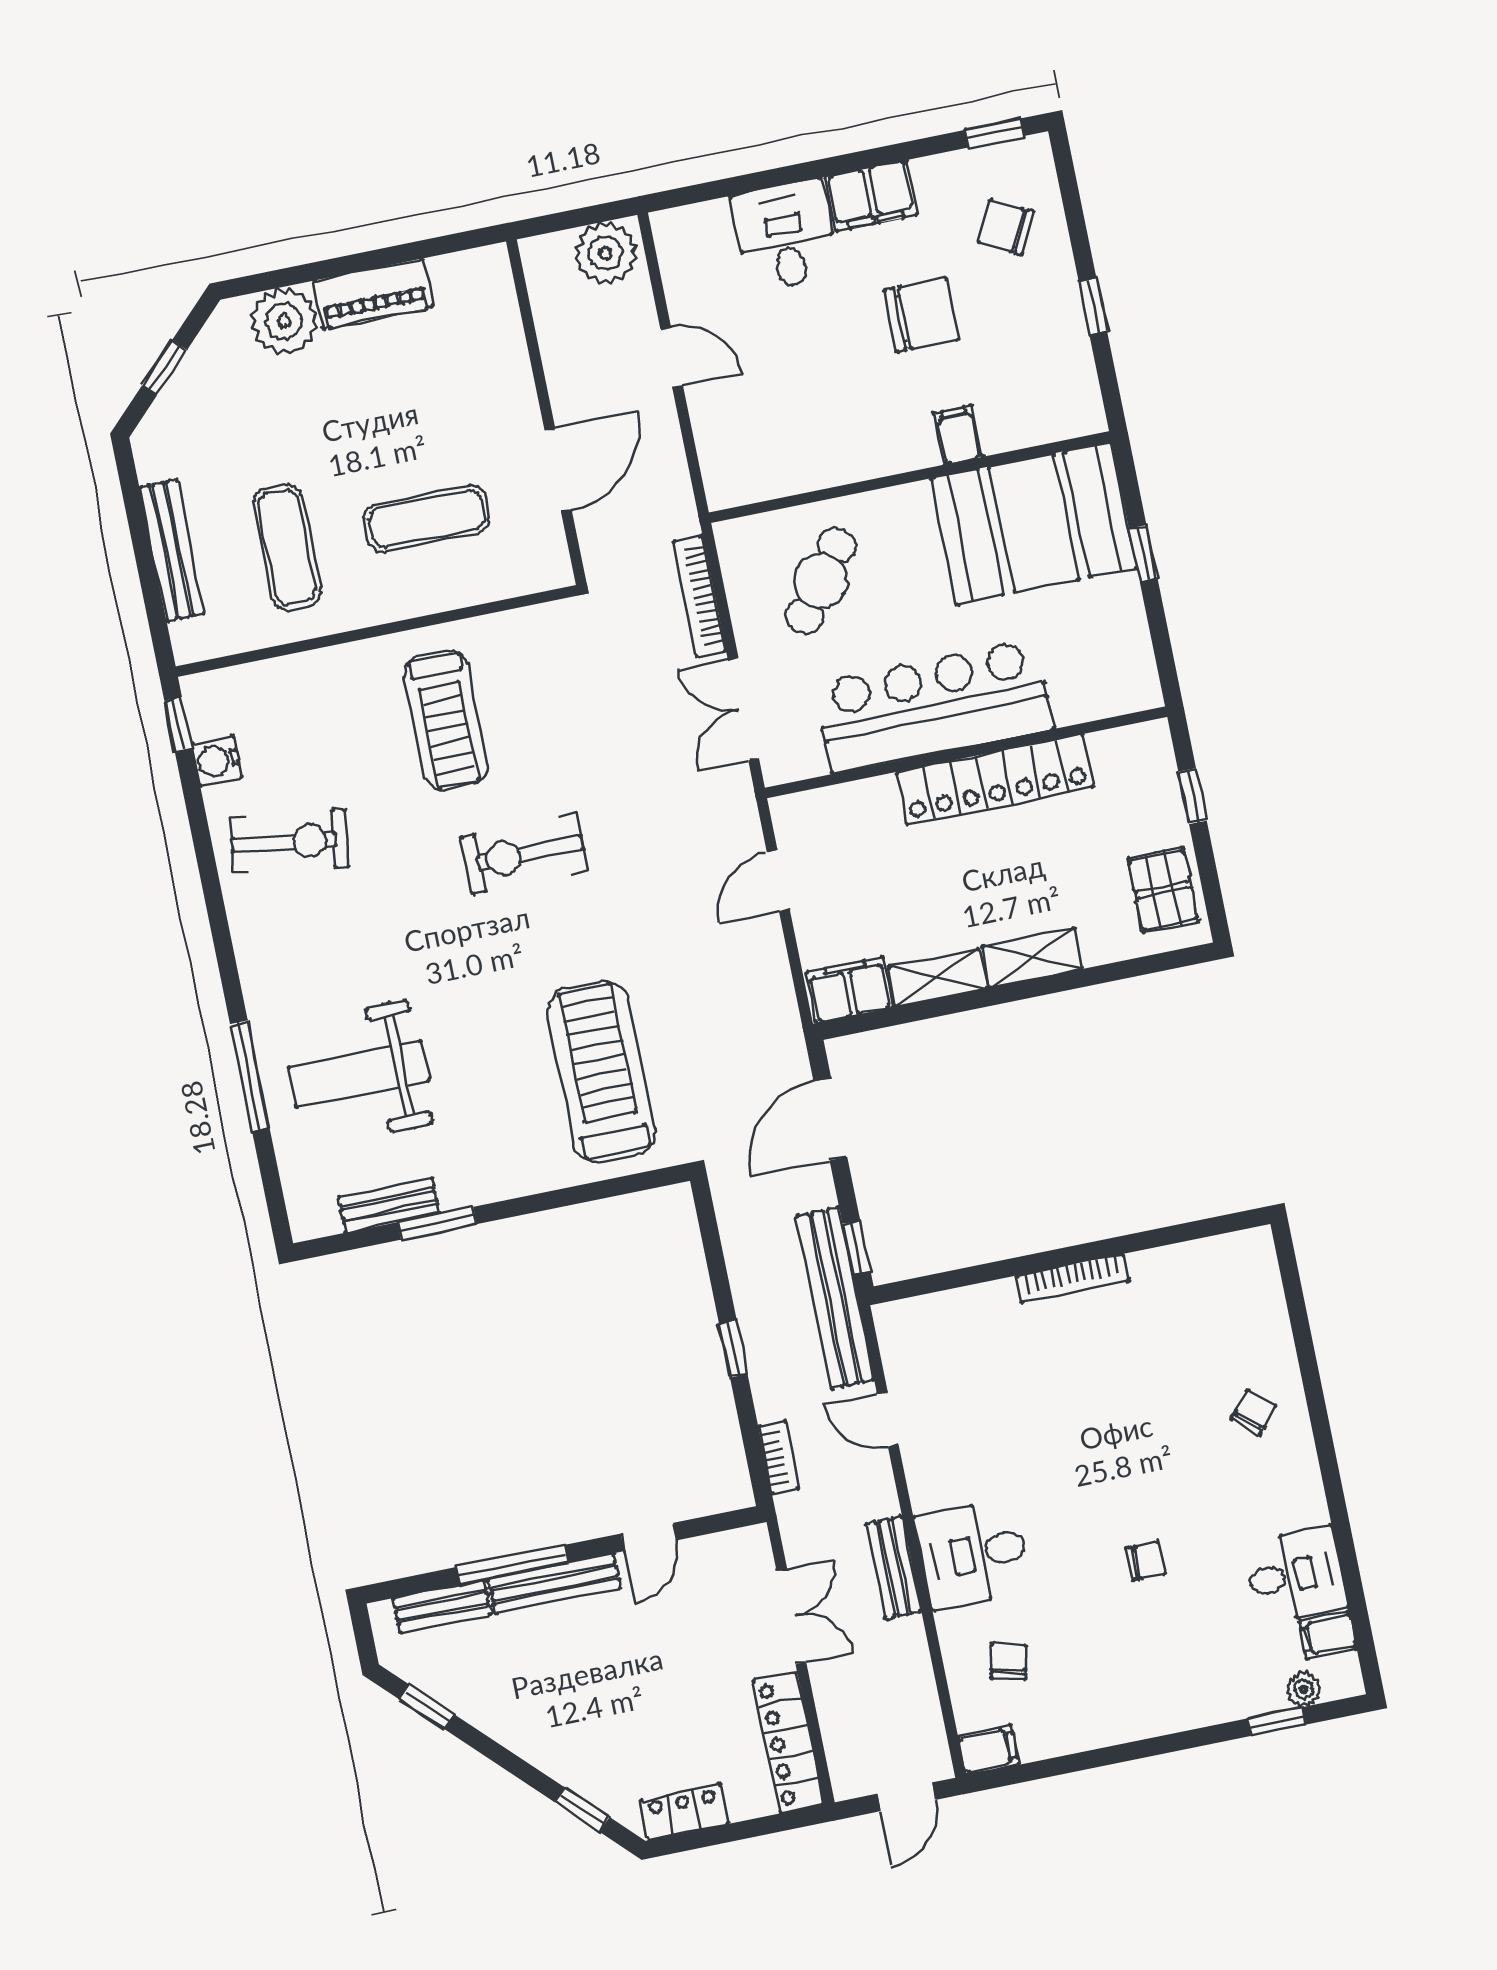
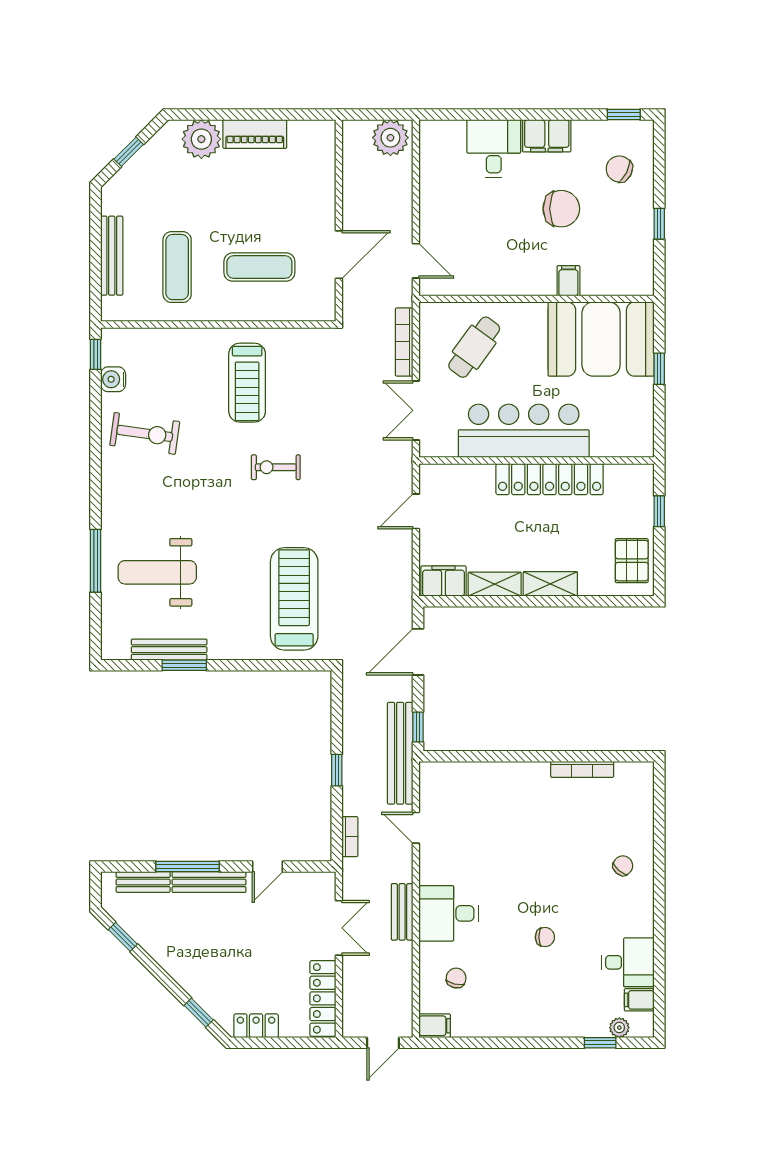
door: (672, 357) -> (416, 261), moved
exercise bike: (524, 854) -> (276, 467), width x0.73, depth x0.72
bench: (389, 1205) -> (169, 650), width x1.36
bookcase: (1072, 1278) -> (582, 769), moved

